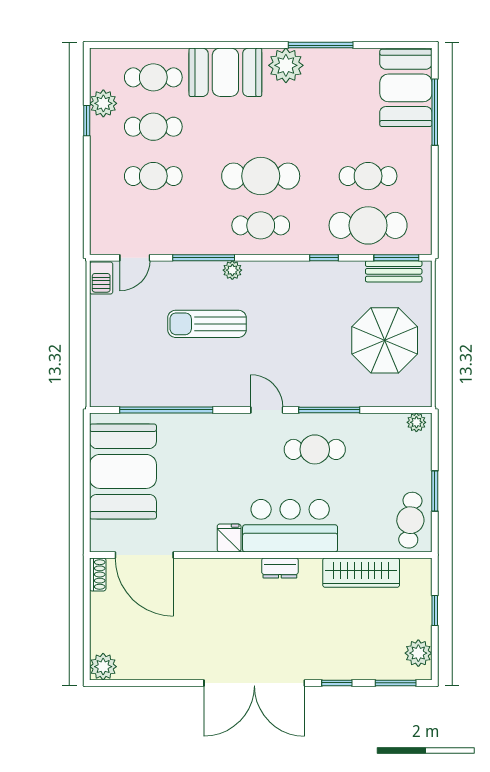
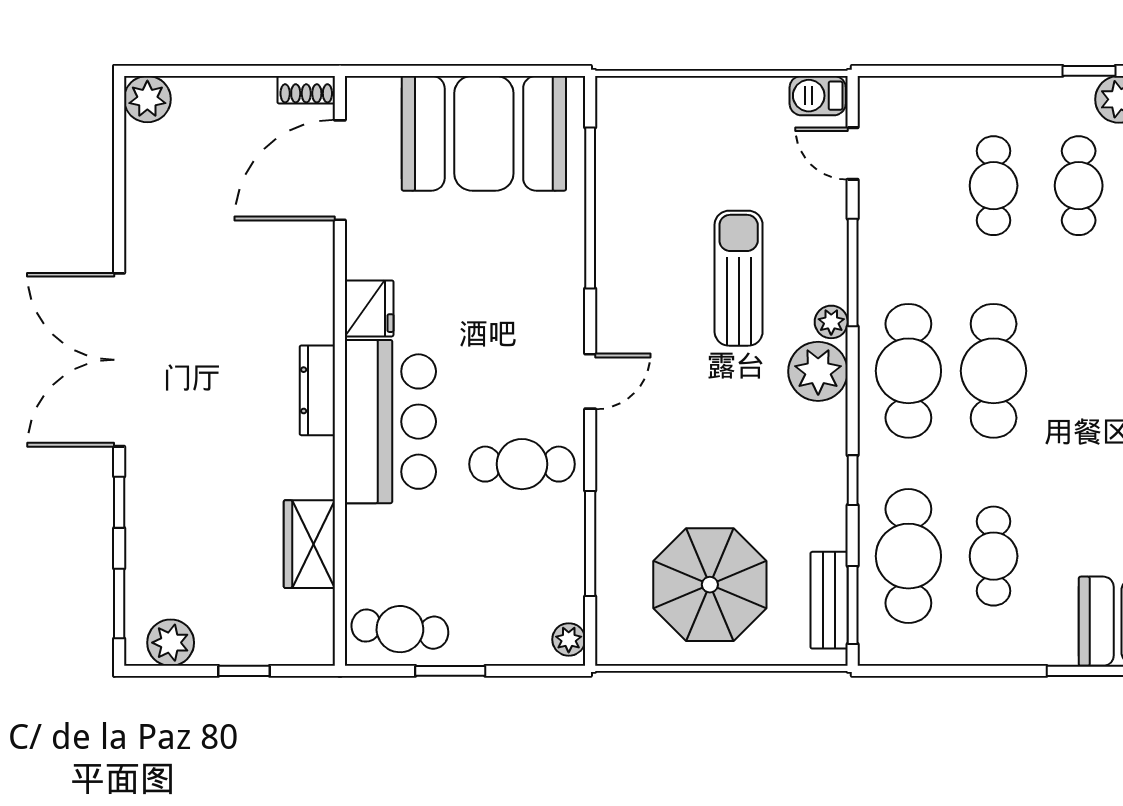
cafe table: (261, 225) -> (908, 371), width x1.37, depth x1.35
plant: (261, 278) -> (818, 371), added
window: (329, 410) -> (590, 544), moved
cafe table: (315, 449) -> (522, 464), turned 90
fridge: (229, 538) -> (369, 308), width x1.38
dresser: (280, 568) -> (317, 390), width x1.44
wardrobe: (361, 573) -> (309, 544), width x0.67

